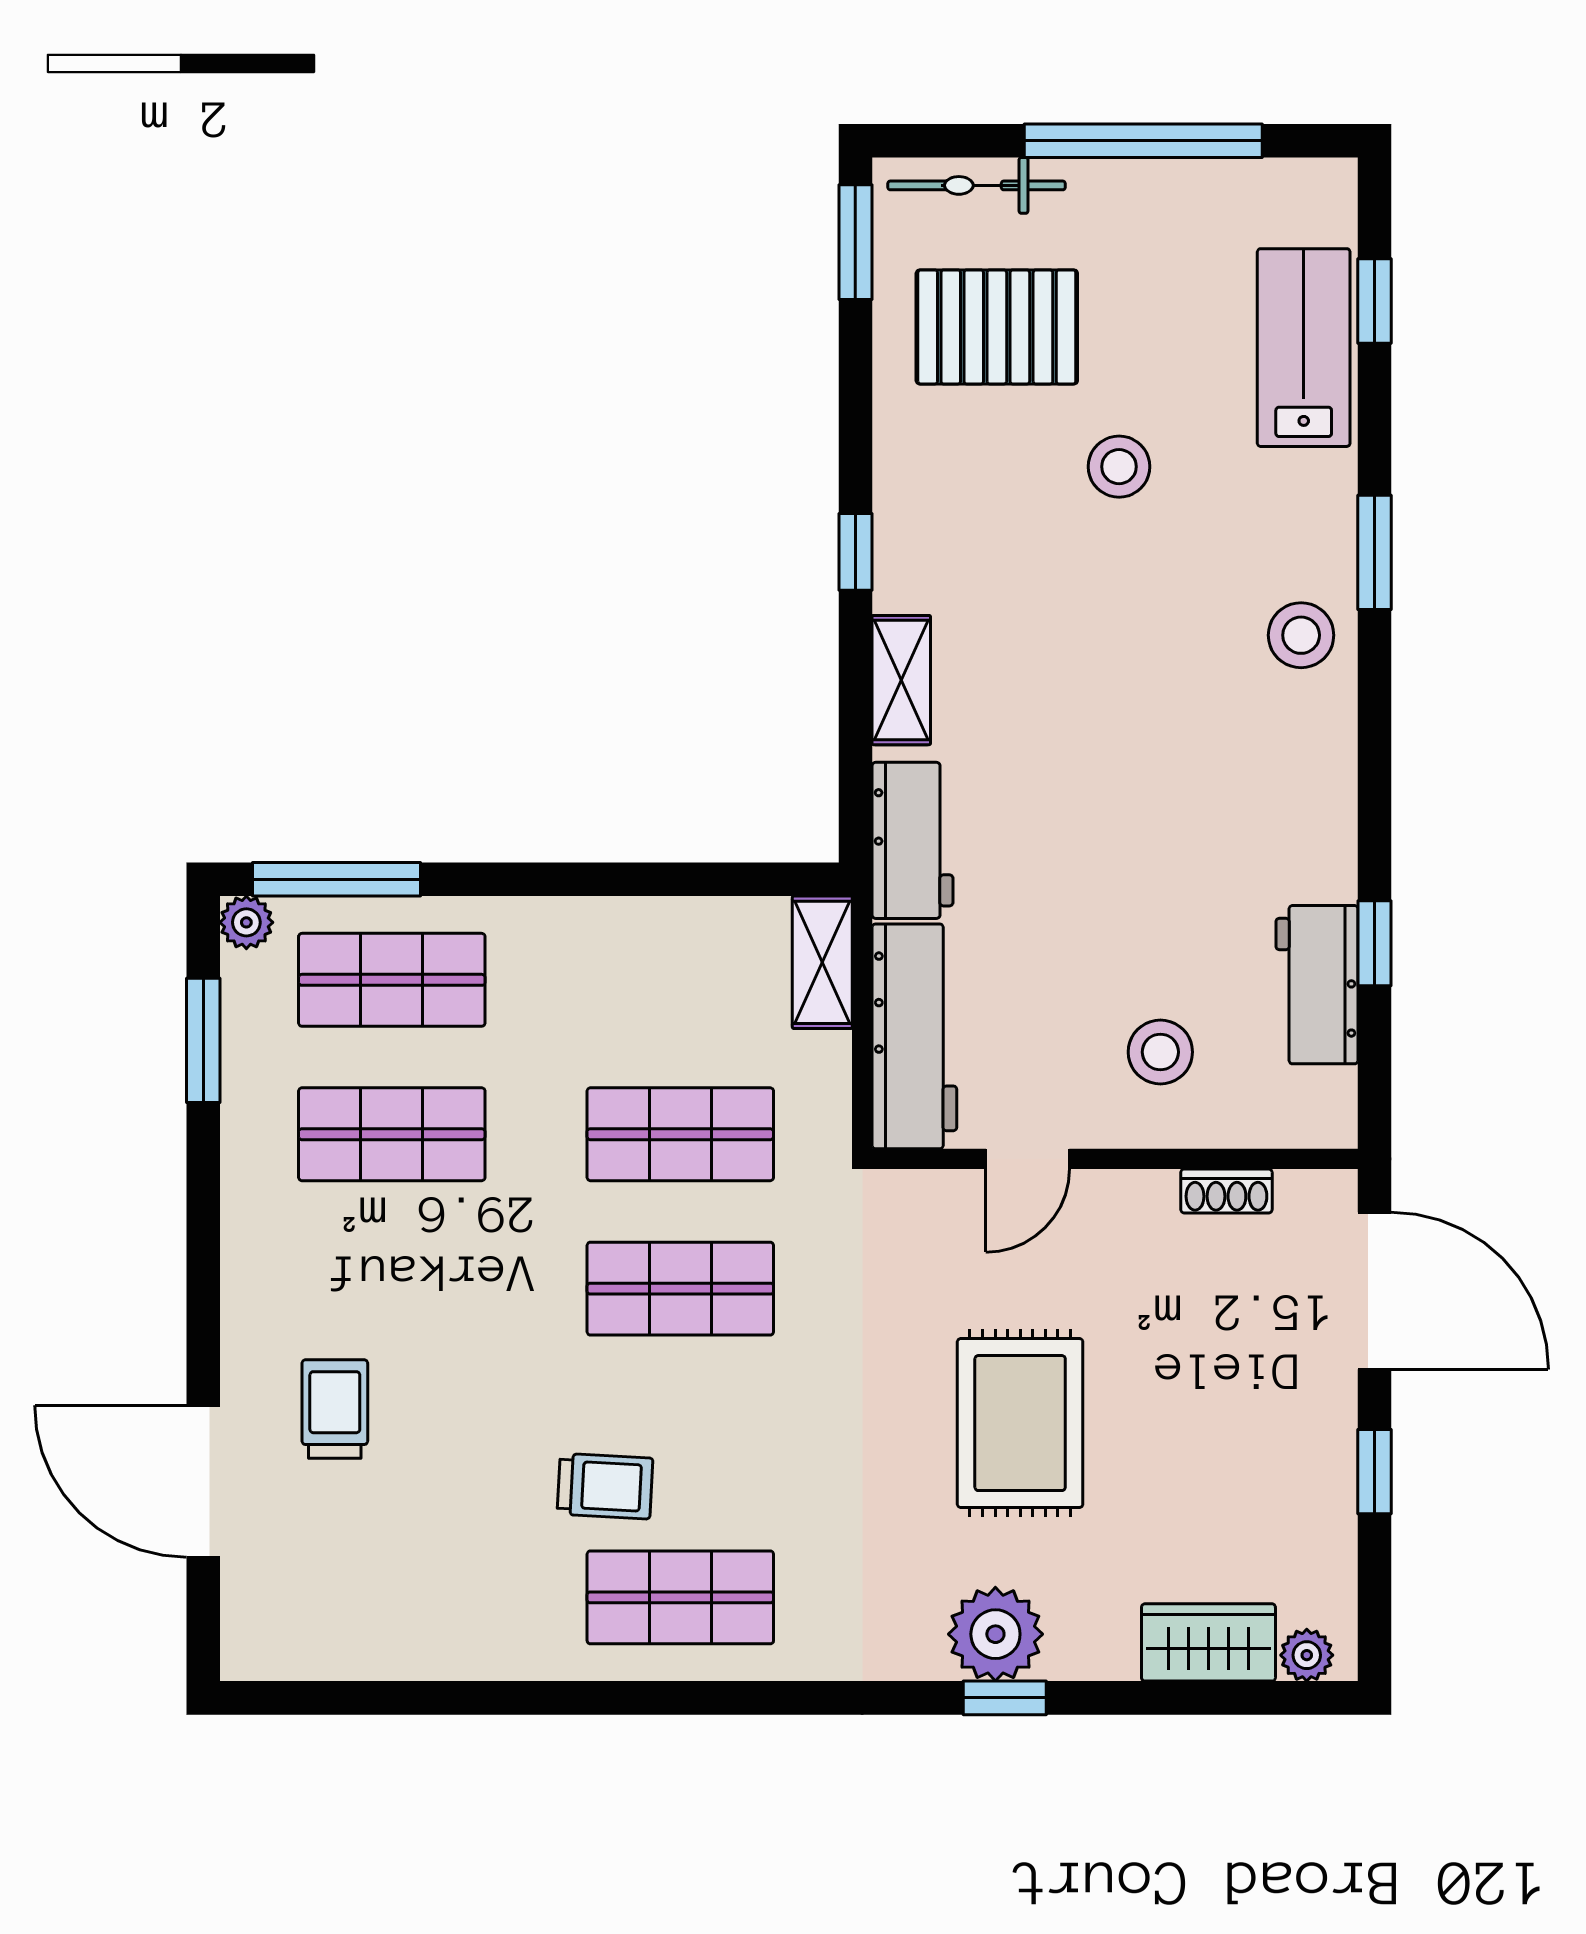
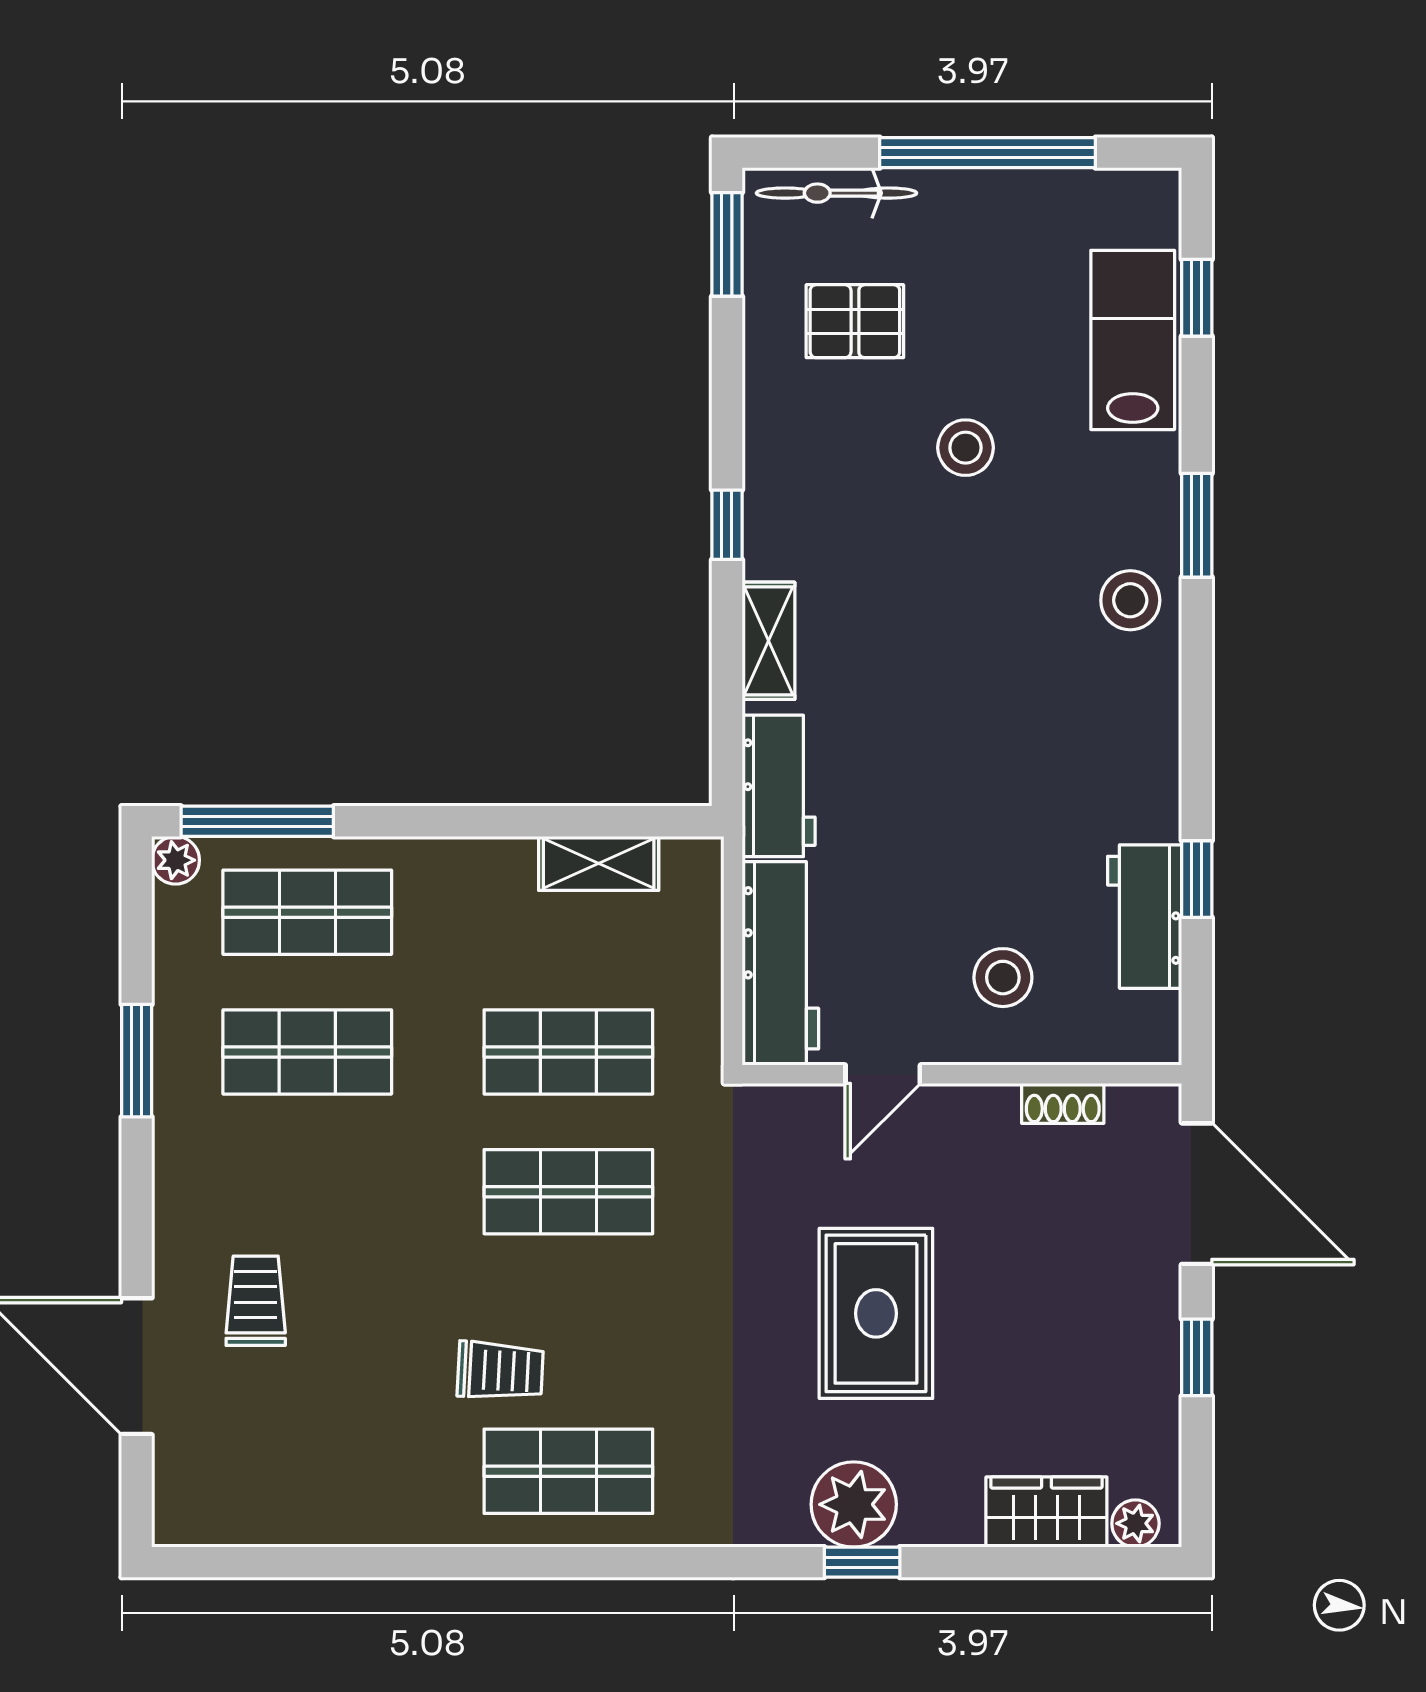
pallet: (997, 327) -> (855, 321), width x0.67, depth x0.71
shelving: (822, 962) -> (599, 863), moved, turned 90
window: (203, 1040) -> (137, 1061), moved

